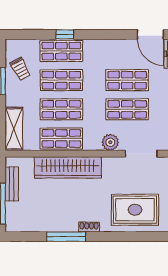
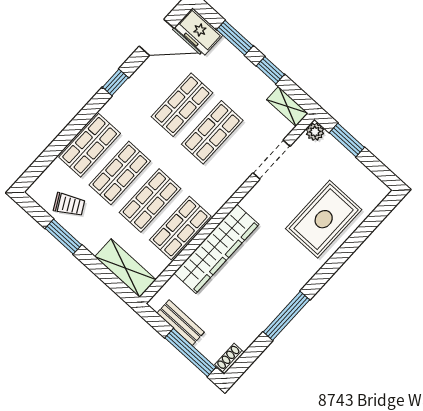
window: (65, 34) -> (115, 82), moved
plant: (110, 142) -> (230, 181), removed
shoe rack: (89, 227) -> (230, 358), moved

